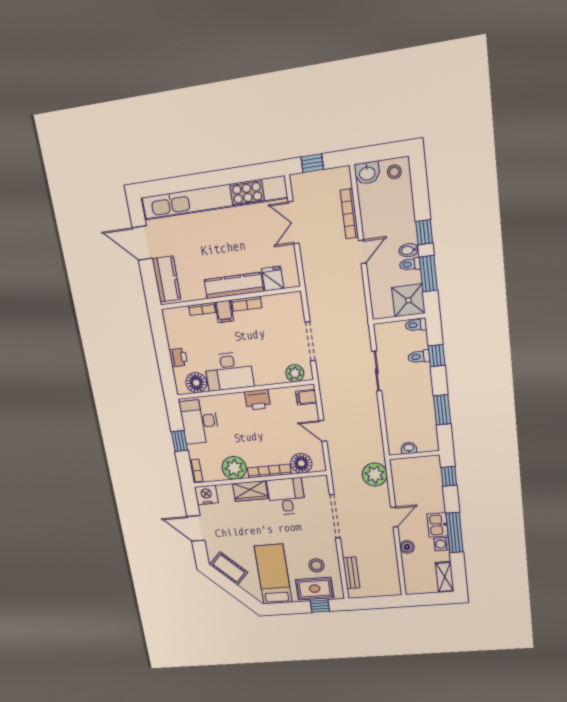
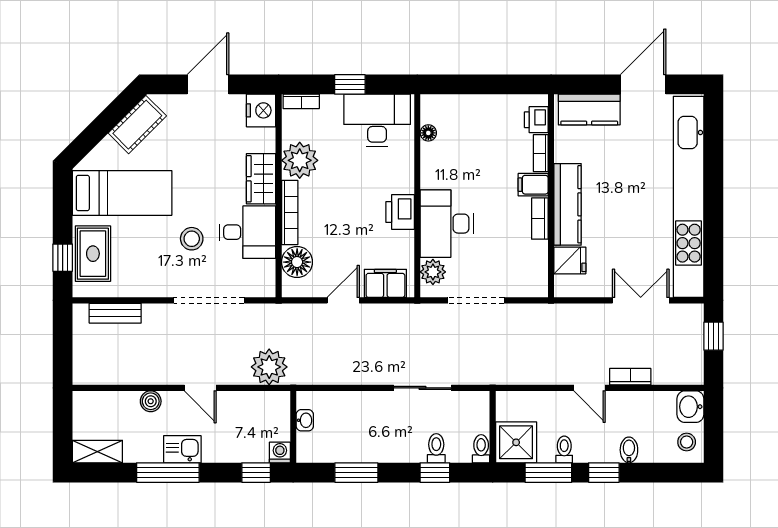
bookcase: (349, 214) -> (630, 377), width x0.64
bidet: (409, 250) -> (629, 450), moved
printer: (178, 358) -> (536, 120), moved, turned 90
desk: (229, 371) -> (447, 224), moved
floor lamp: (196, 383) -> (428, 133), width x0.53, depth x0.53
filing cabinet: (306, 397) -> (385, 283), width x2.00
washing machine: (442, 544) -> (280, 452), moved
stool: (316, 565) -> (192, 239), moved

